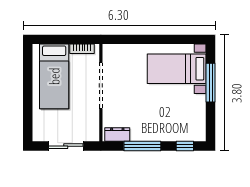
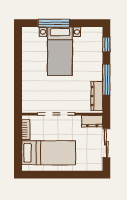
bed with nightstands: (177, 69) -> (60, 51), moved
dresser: (92, 129) -> (92, 121), added
dresser: (117, 134) -> (97, 96), width x1.44

